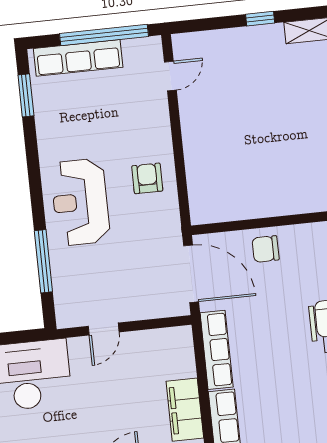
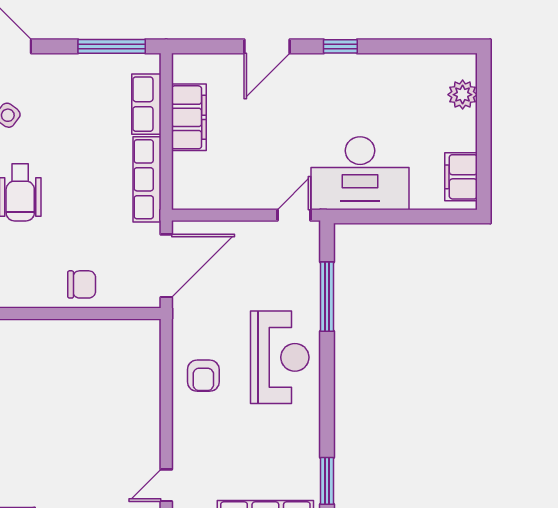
door: (191, 274) -> (166, 266), swing flipped
door: (104, 329) -> (294, 215), moved

